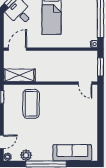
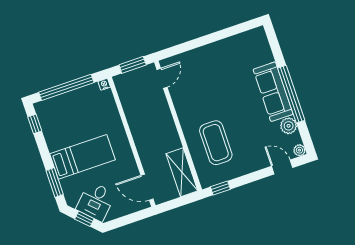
coffee table: (31, 104) -> (216, 143), turned 90
sofa: (72, 153) -> (273, 92), moved

